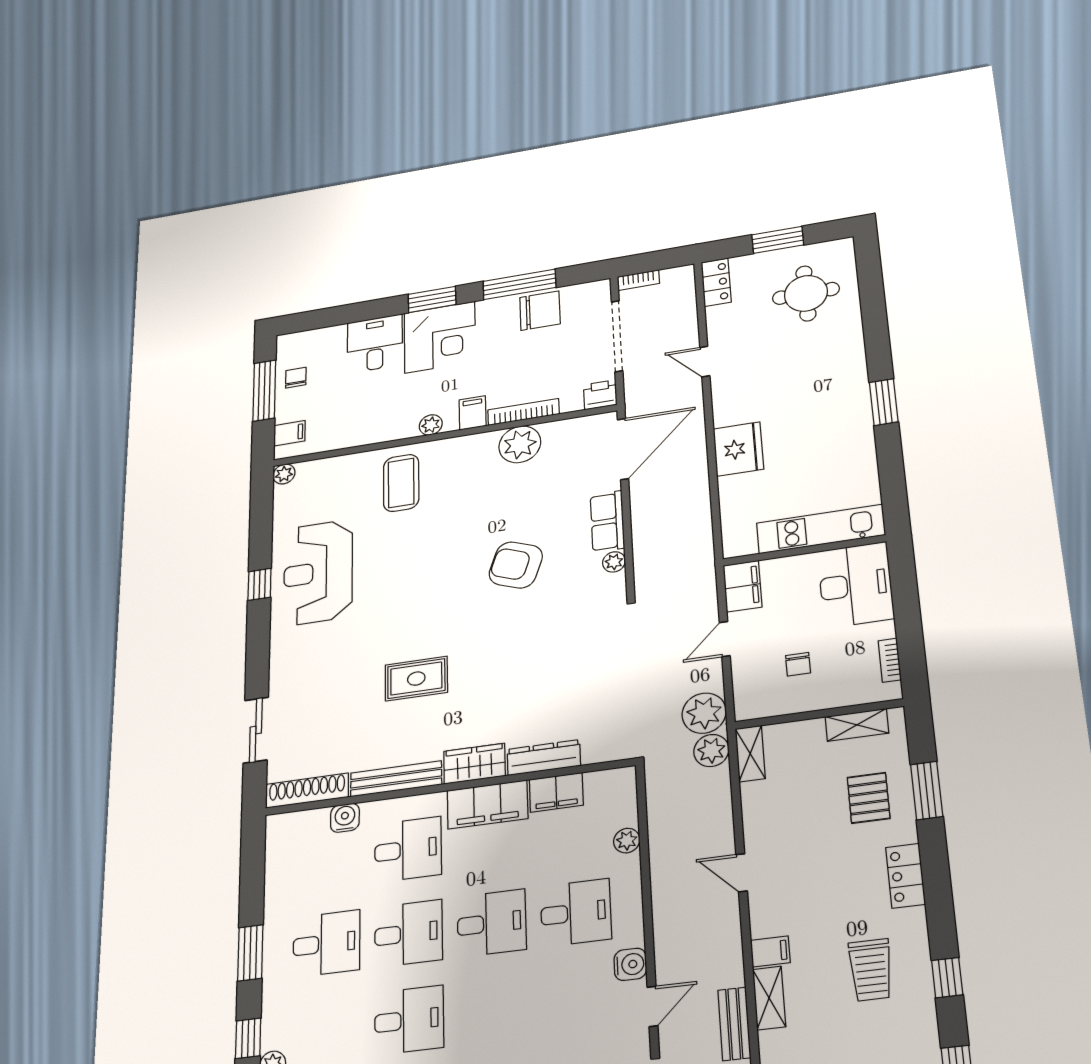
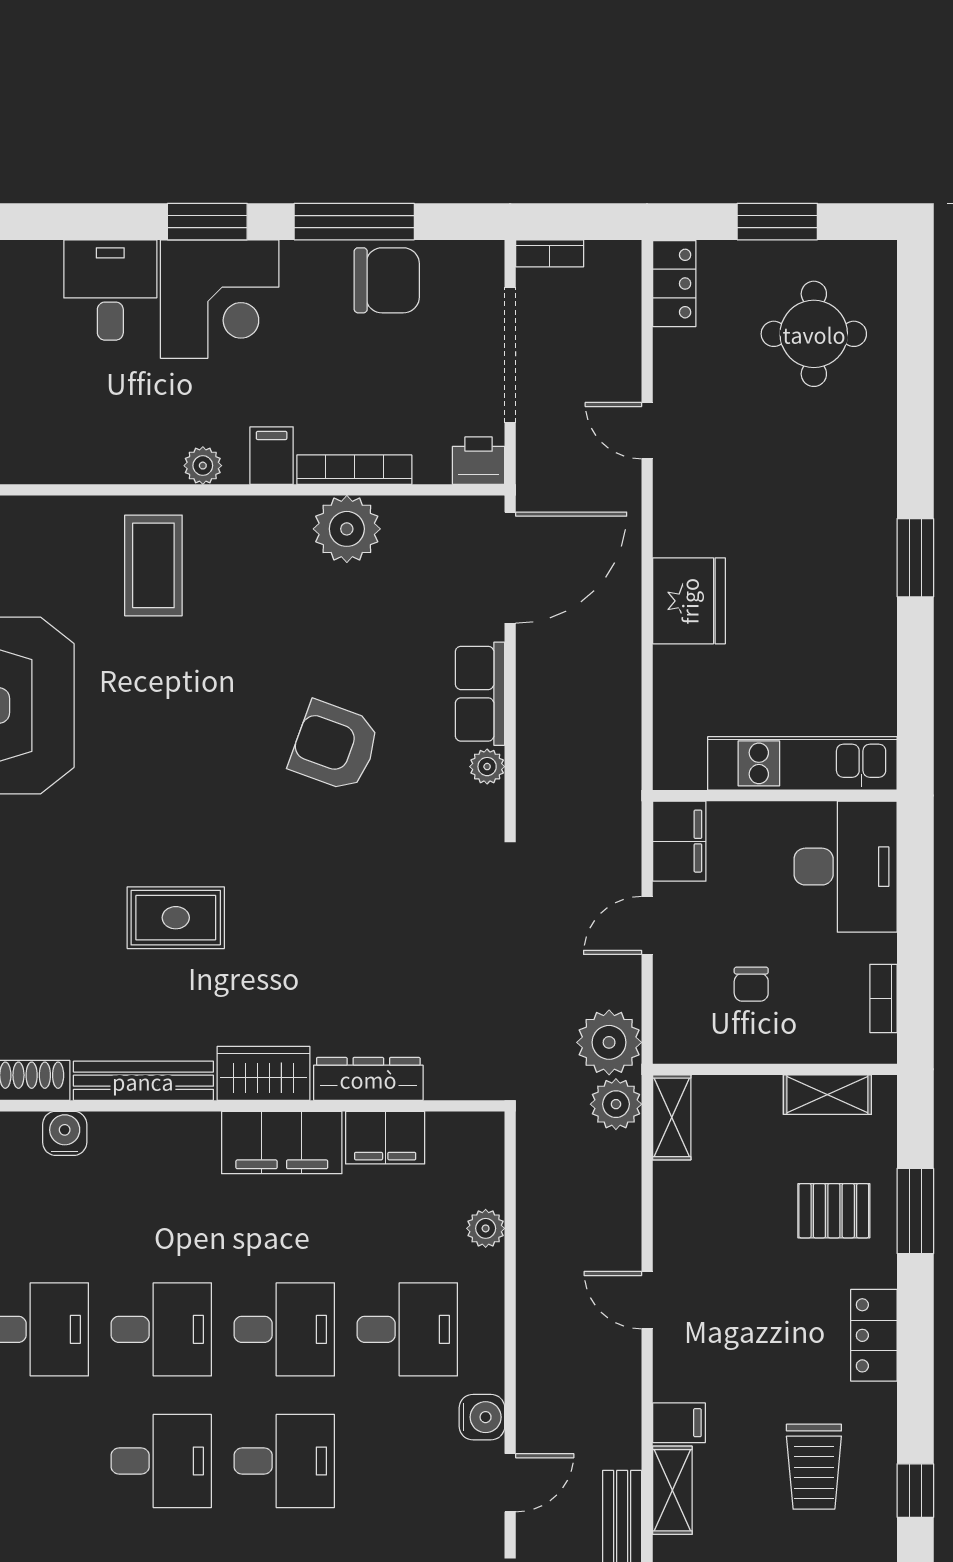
pallet: (869, 798) -> (834, 1211), turned 90
desk: (408, 849) -> (284, 1461), moved

